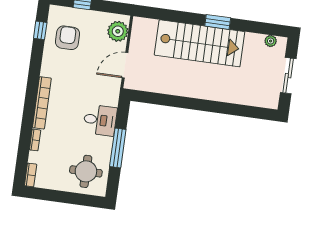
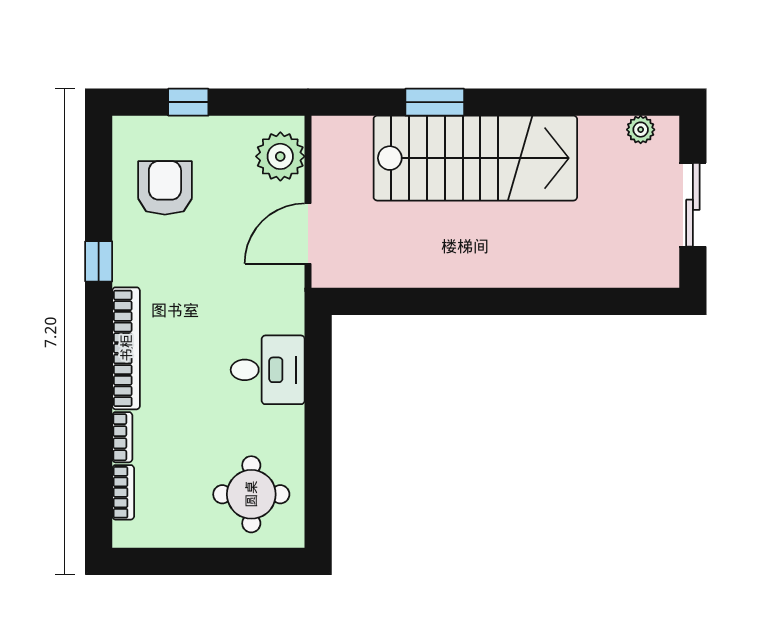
window: (218, 22) -> (435, 102), moved
window: (40, 30) -> (99, 261), moved
window: (118, 148) -> (318, 429), removed
bookcase: (31, 175) -> (123, 492), moved

